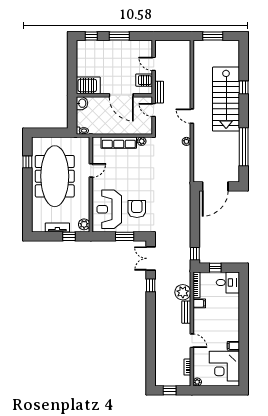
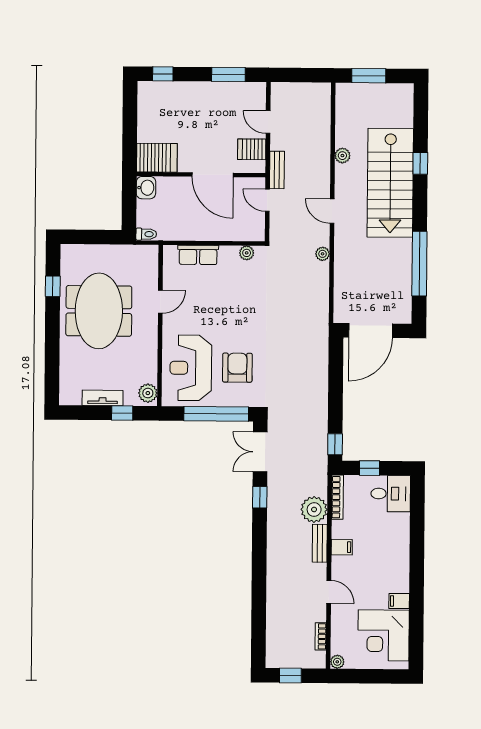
window: (119, 36) -> (228, 74), moved
plant: (198, 83) -> (342, 156), added
row of seats: (119, 143) -> (198, 255), width x0.68
meeting table: (55, 176) -> (99, 311), width x0.73
window: (125, 236) -> (216, 414), width x2.11
filing cabinet: (199, 303) -> (342, 547), moved

